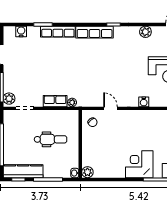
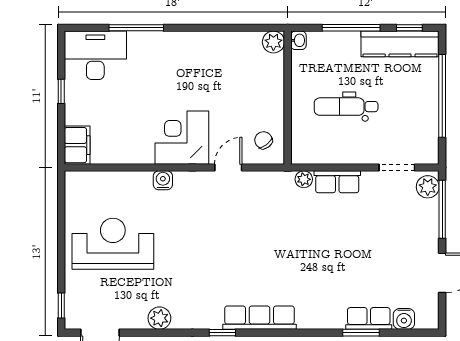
row of seats: (58, 32) -> (369, 318), moved, width x0.68
door: (110, 108) -> (228, 167), swing flipped
corner desk: (139, 164) -> (182, 138), moved, turned 180

